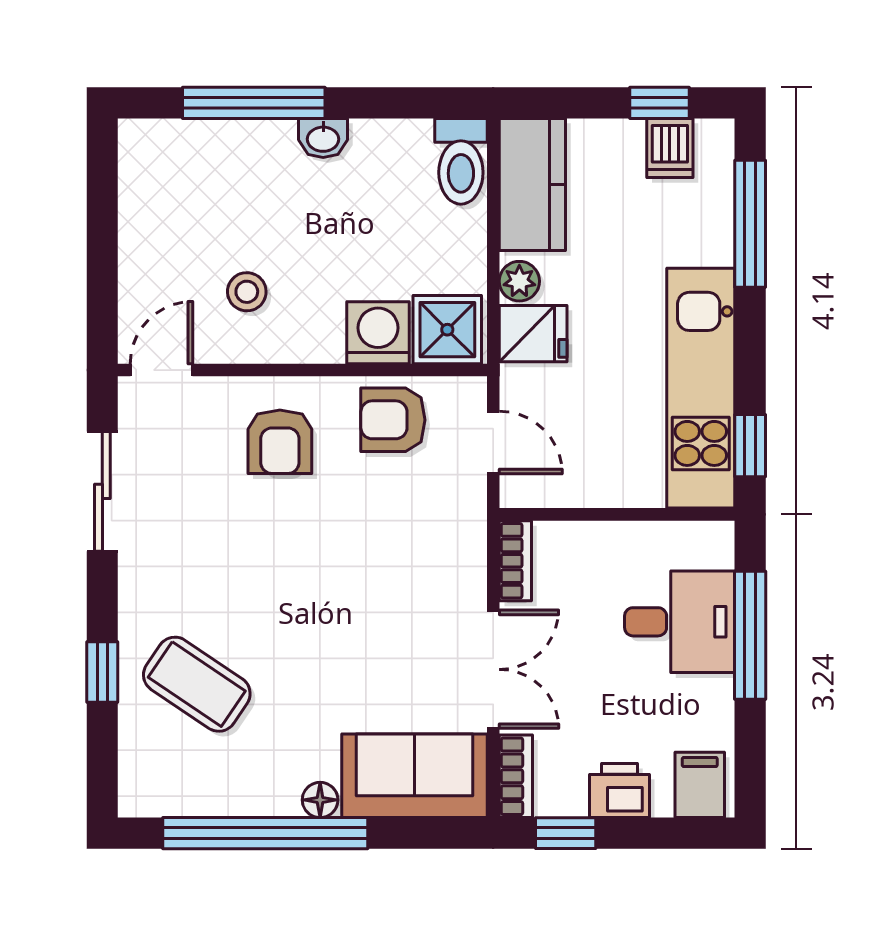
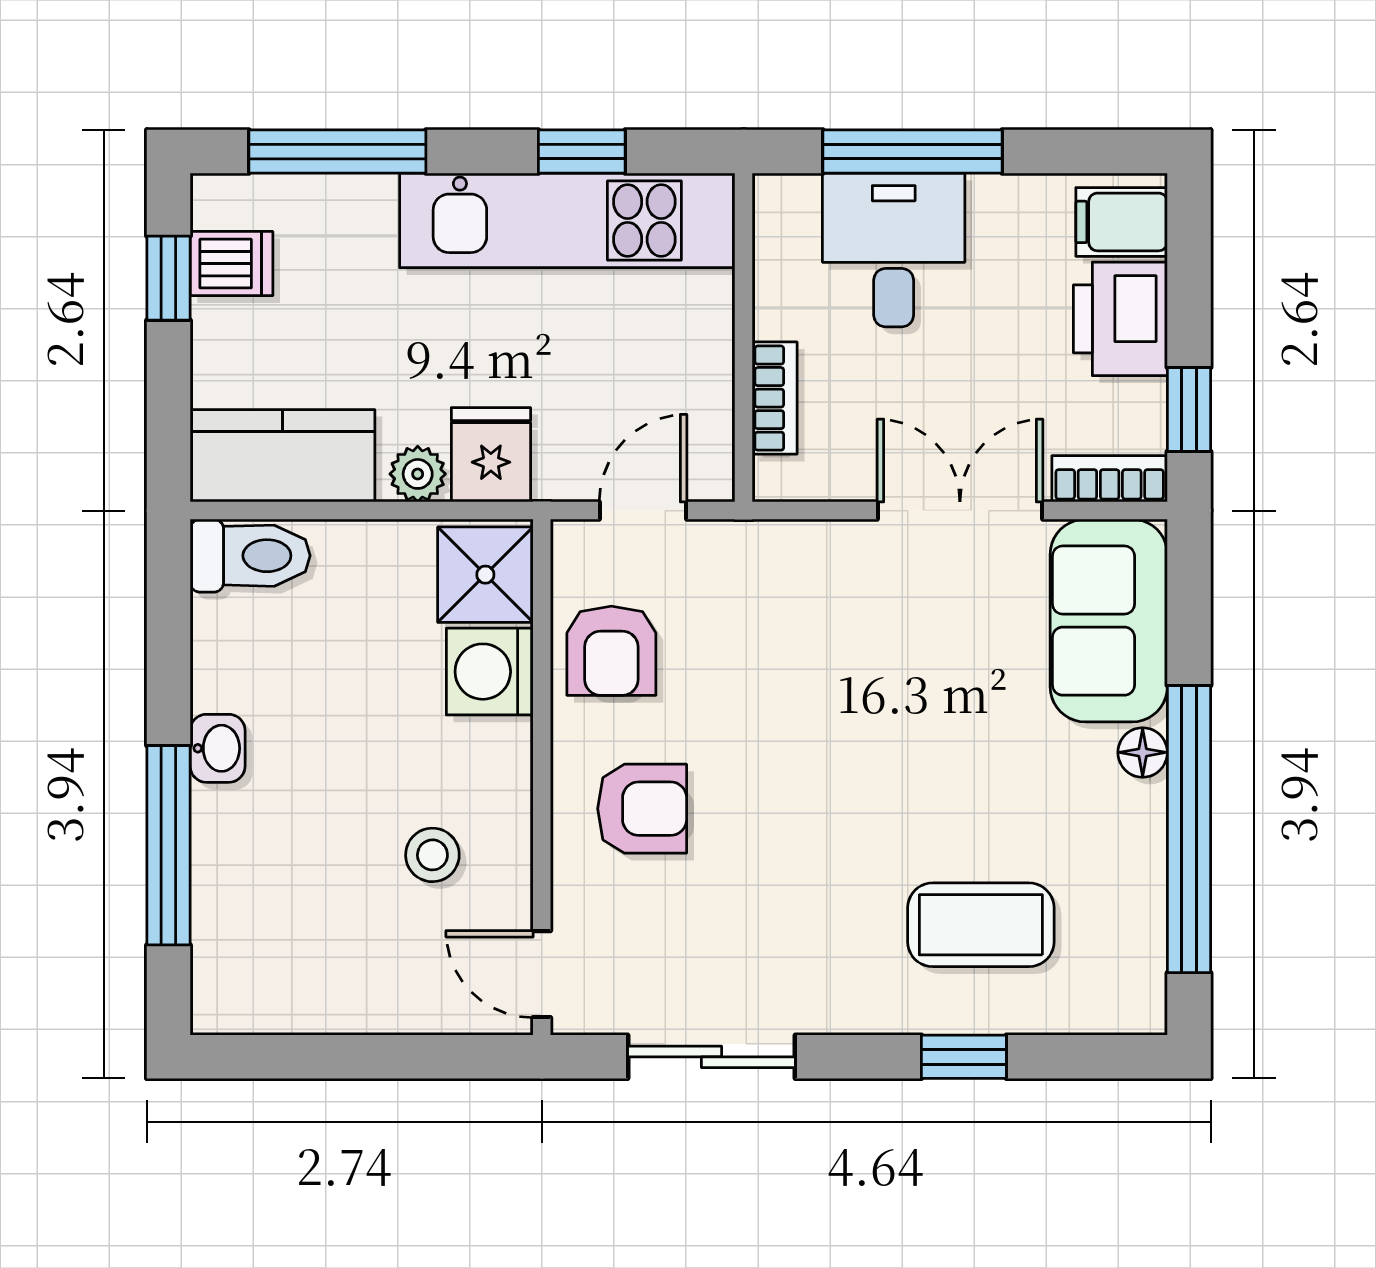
window: (750, 446) -> (582, 152), moved
bookcase: (515, 561) -> (775, 398), moved, turned 90
coffee table: (197, 684) -> (981, 925), turned 56
printer: (620, 791) -> (1120, 319), width x1.36, depth x1.24

